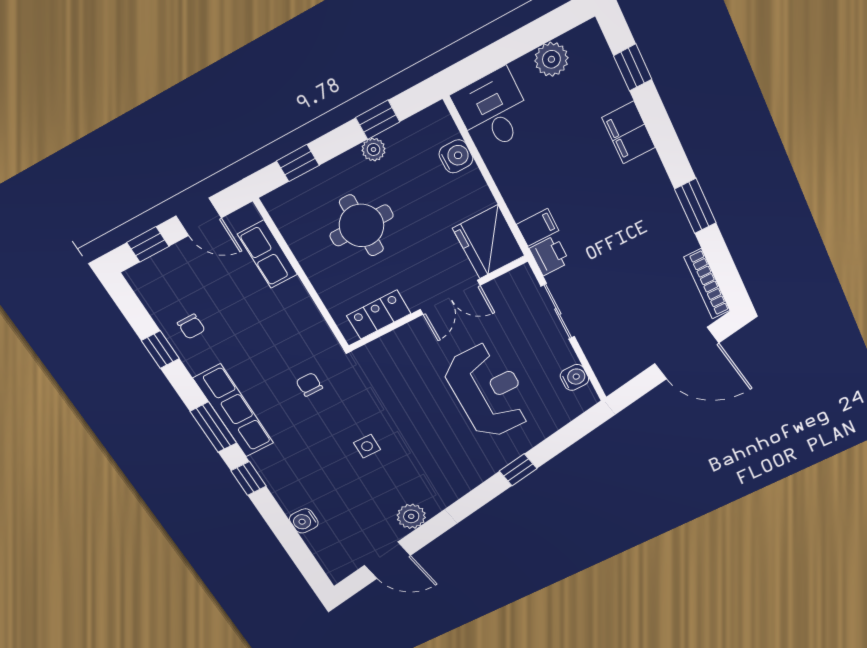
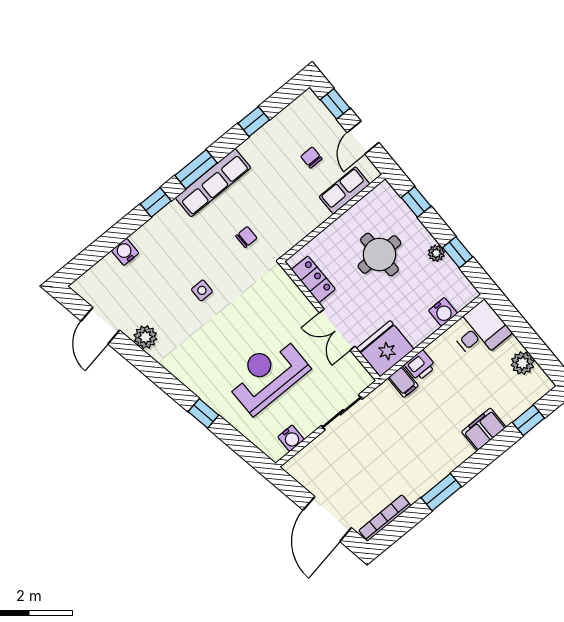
printer: (549, 255) -> (420, 365), moved
chair: (191, 327) -> (311, 158), moved, turned 90
reception desk: (488, 391) -> (267, 375), turned 180

